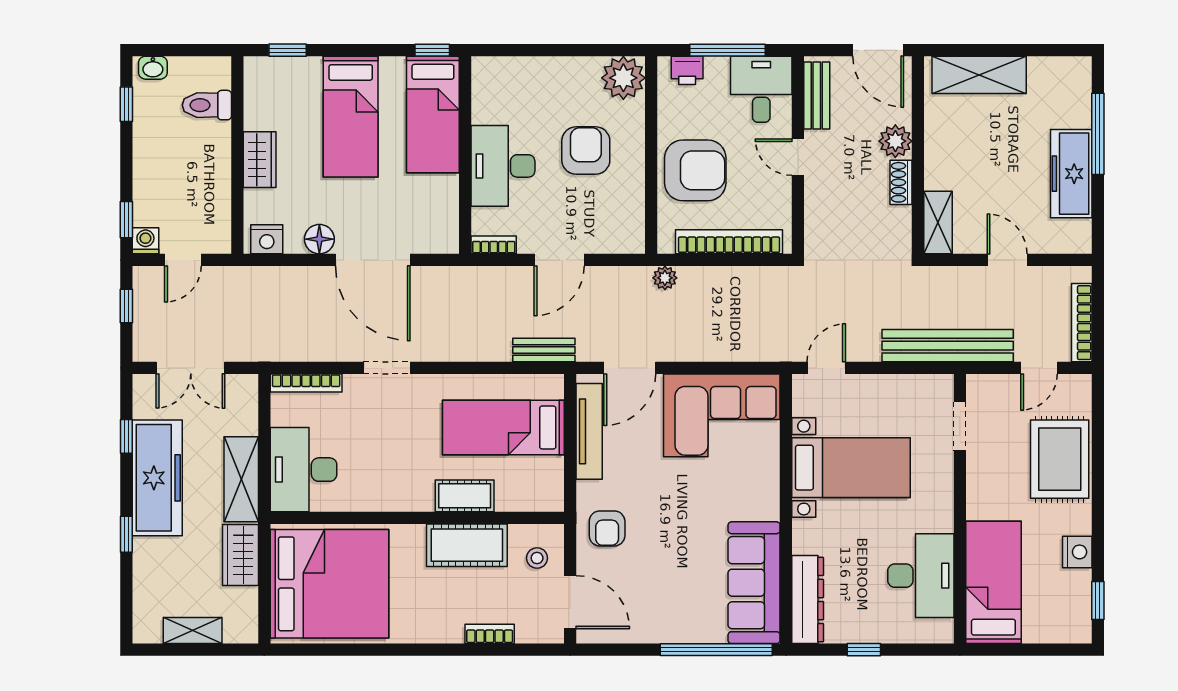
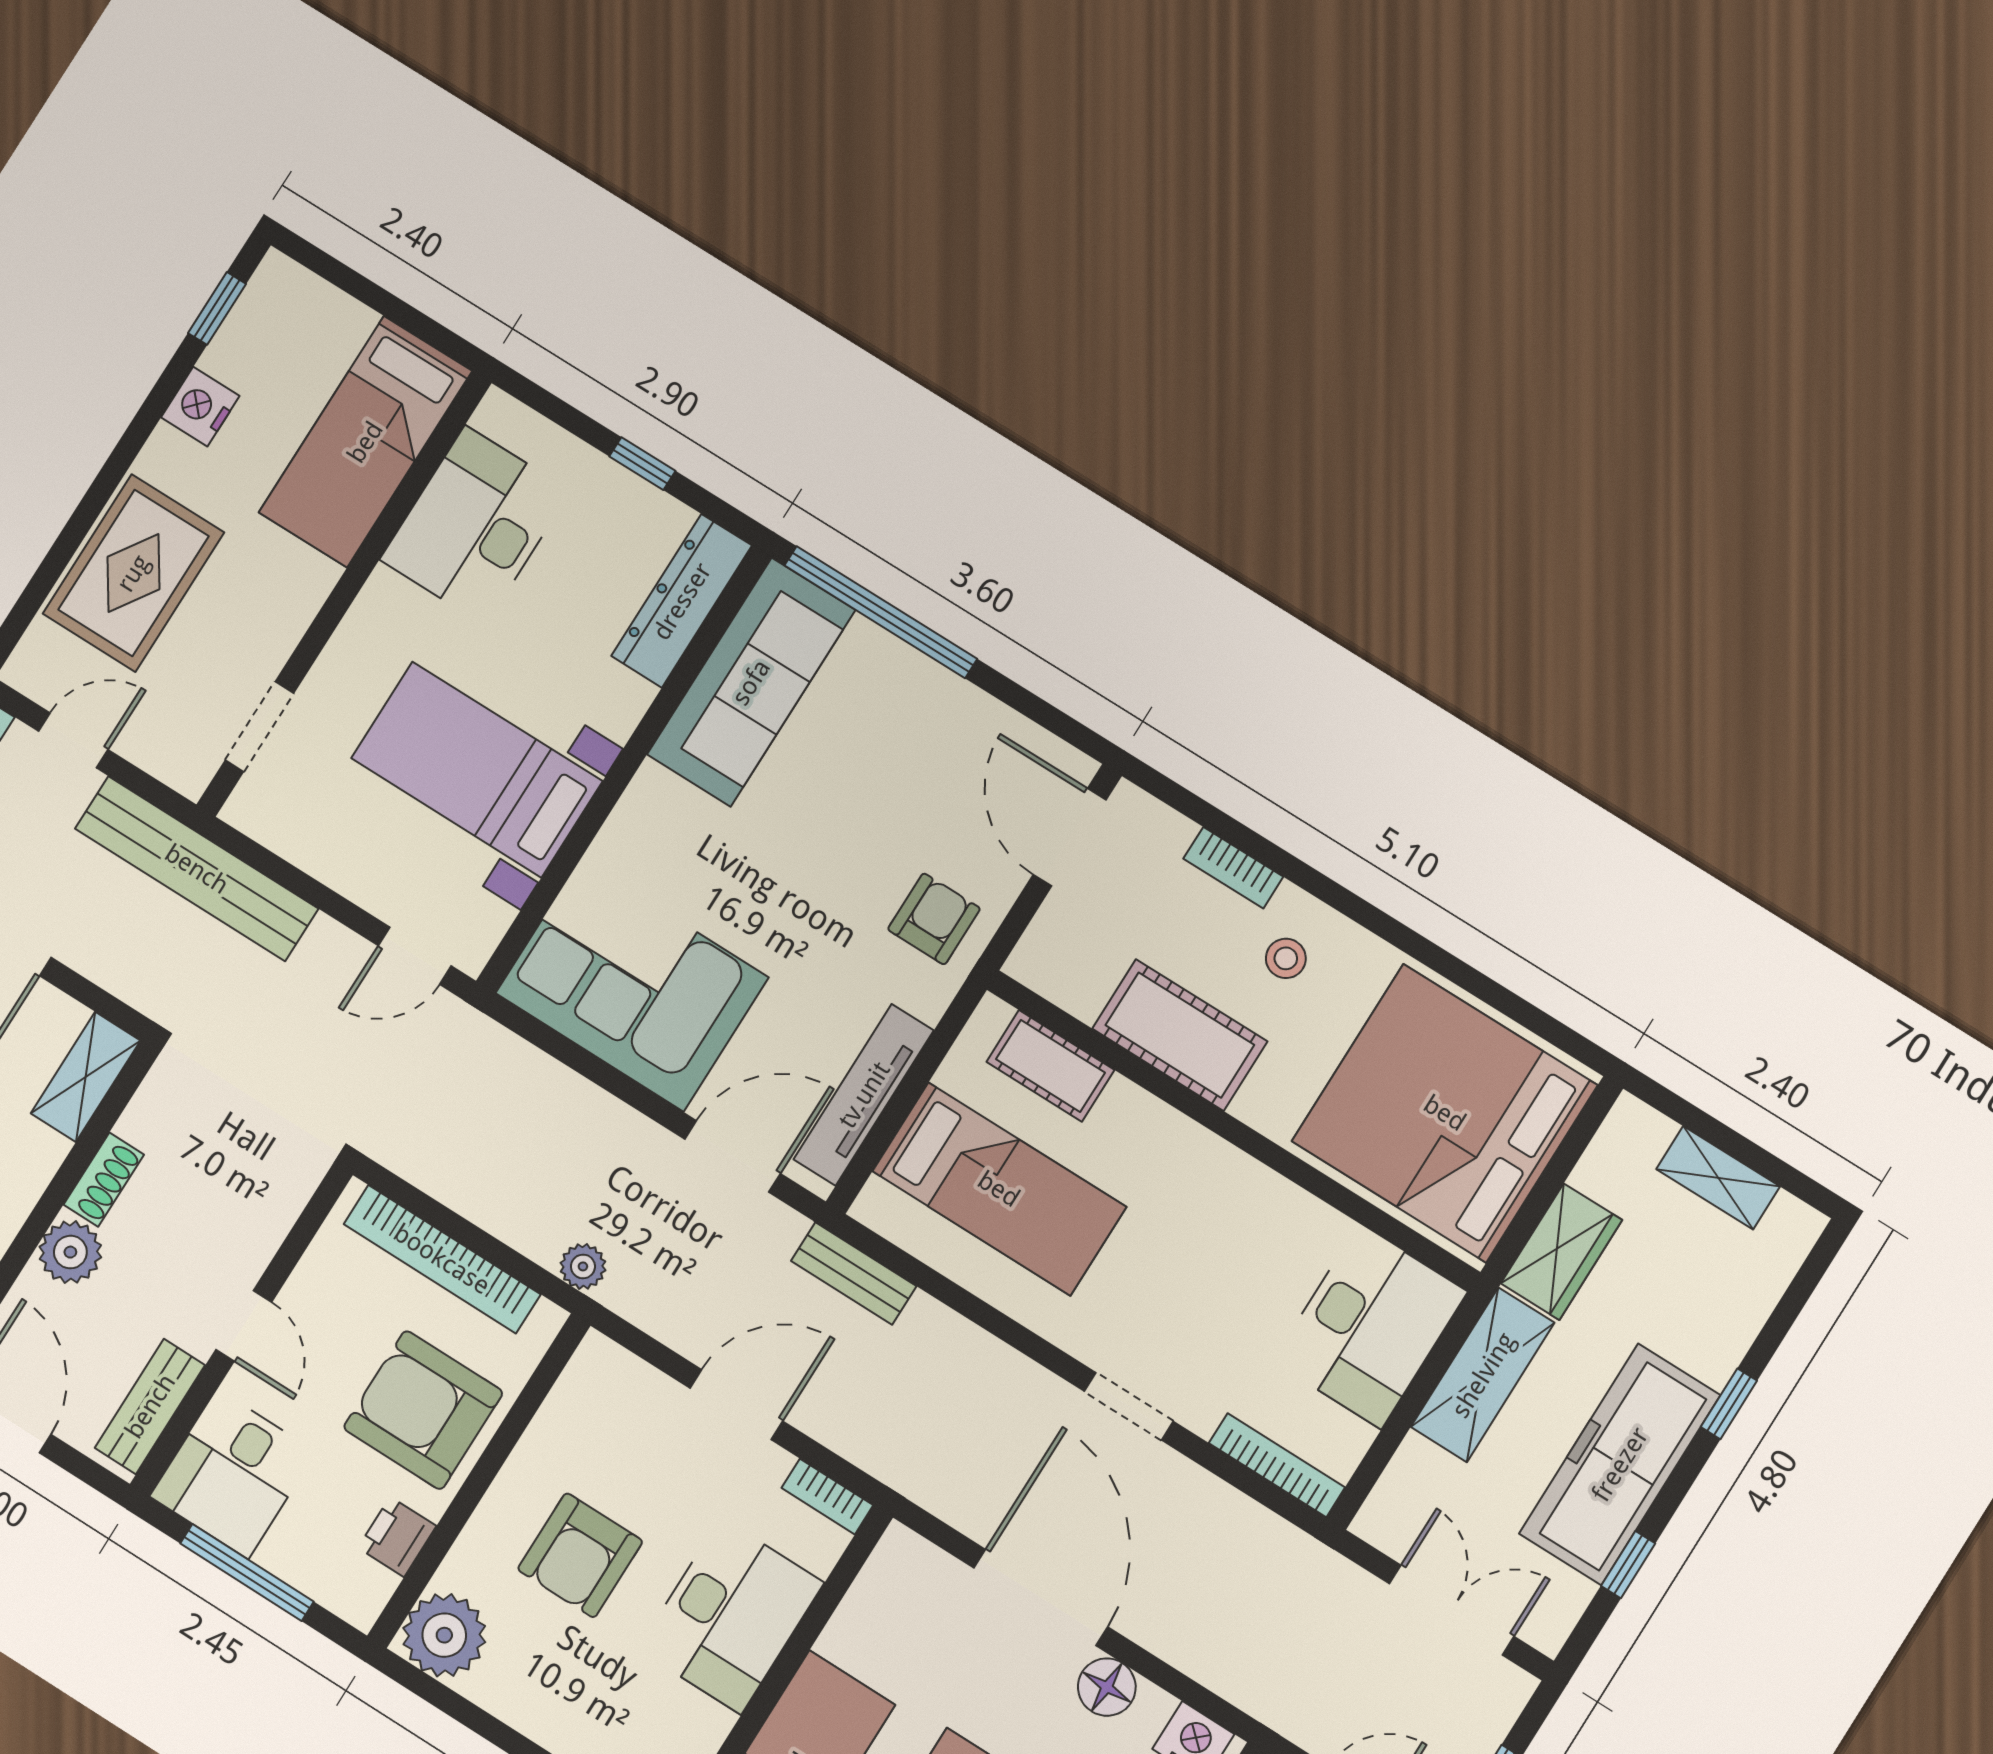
printer: (687, 70) -> (397, 1537), moved, turned -90
cot: (465, 496) -> (1050, 1066), moved
stool: (537, 558) -> (1286, 958), moved

